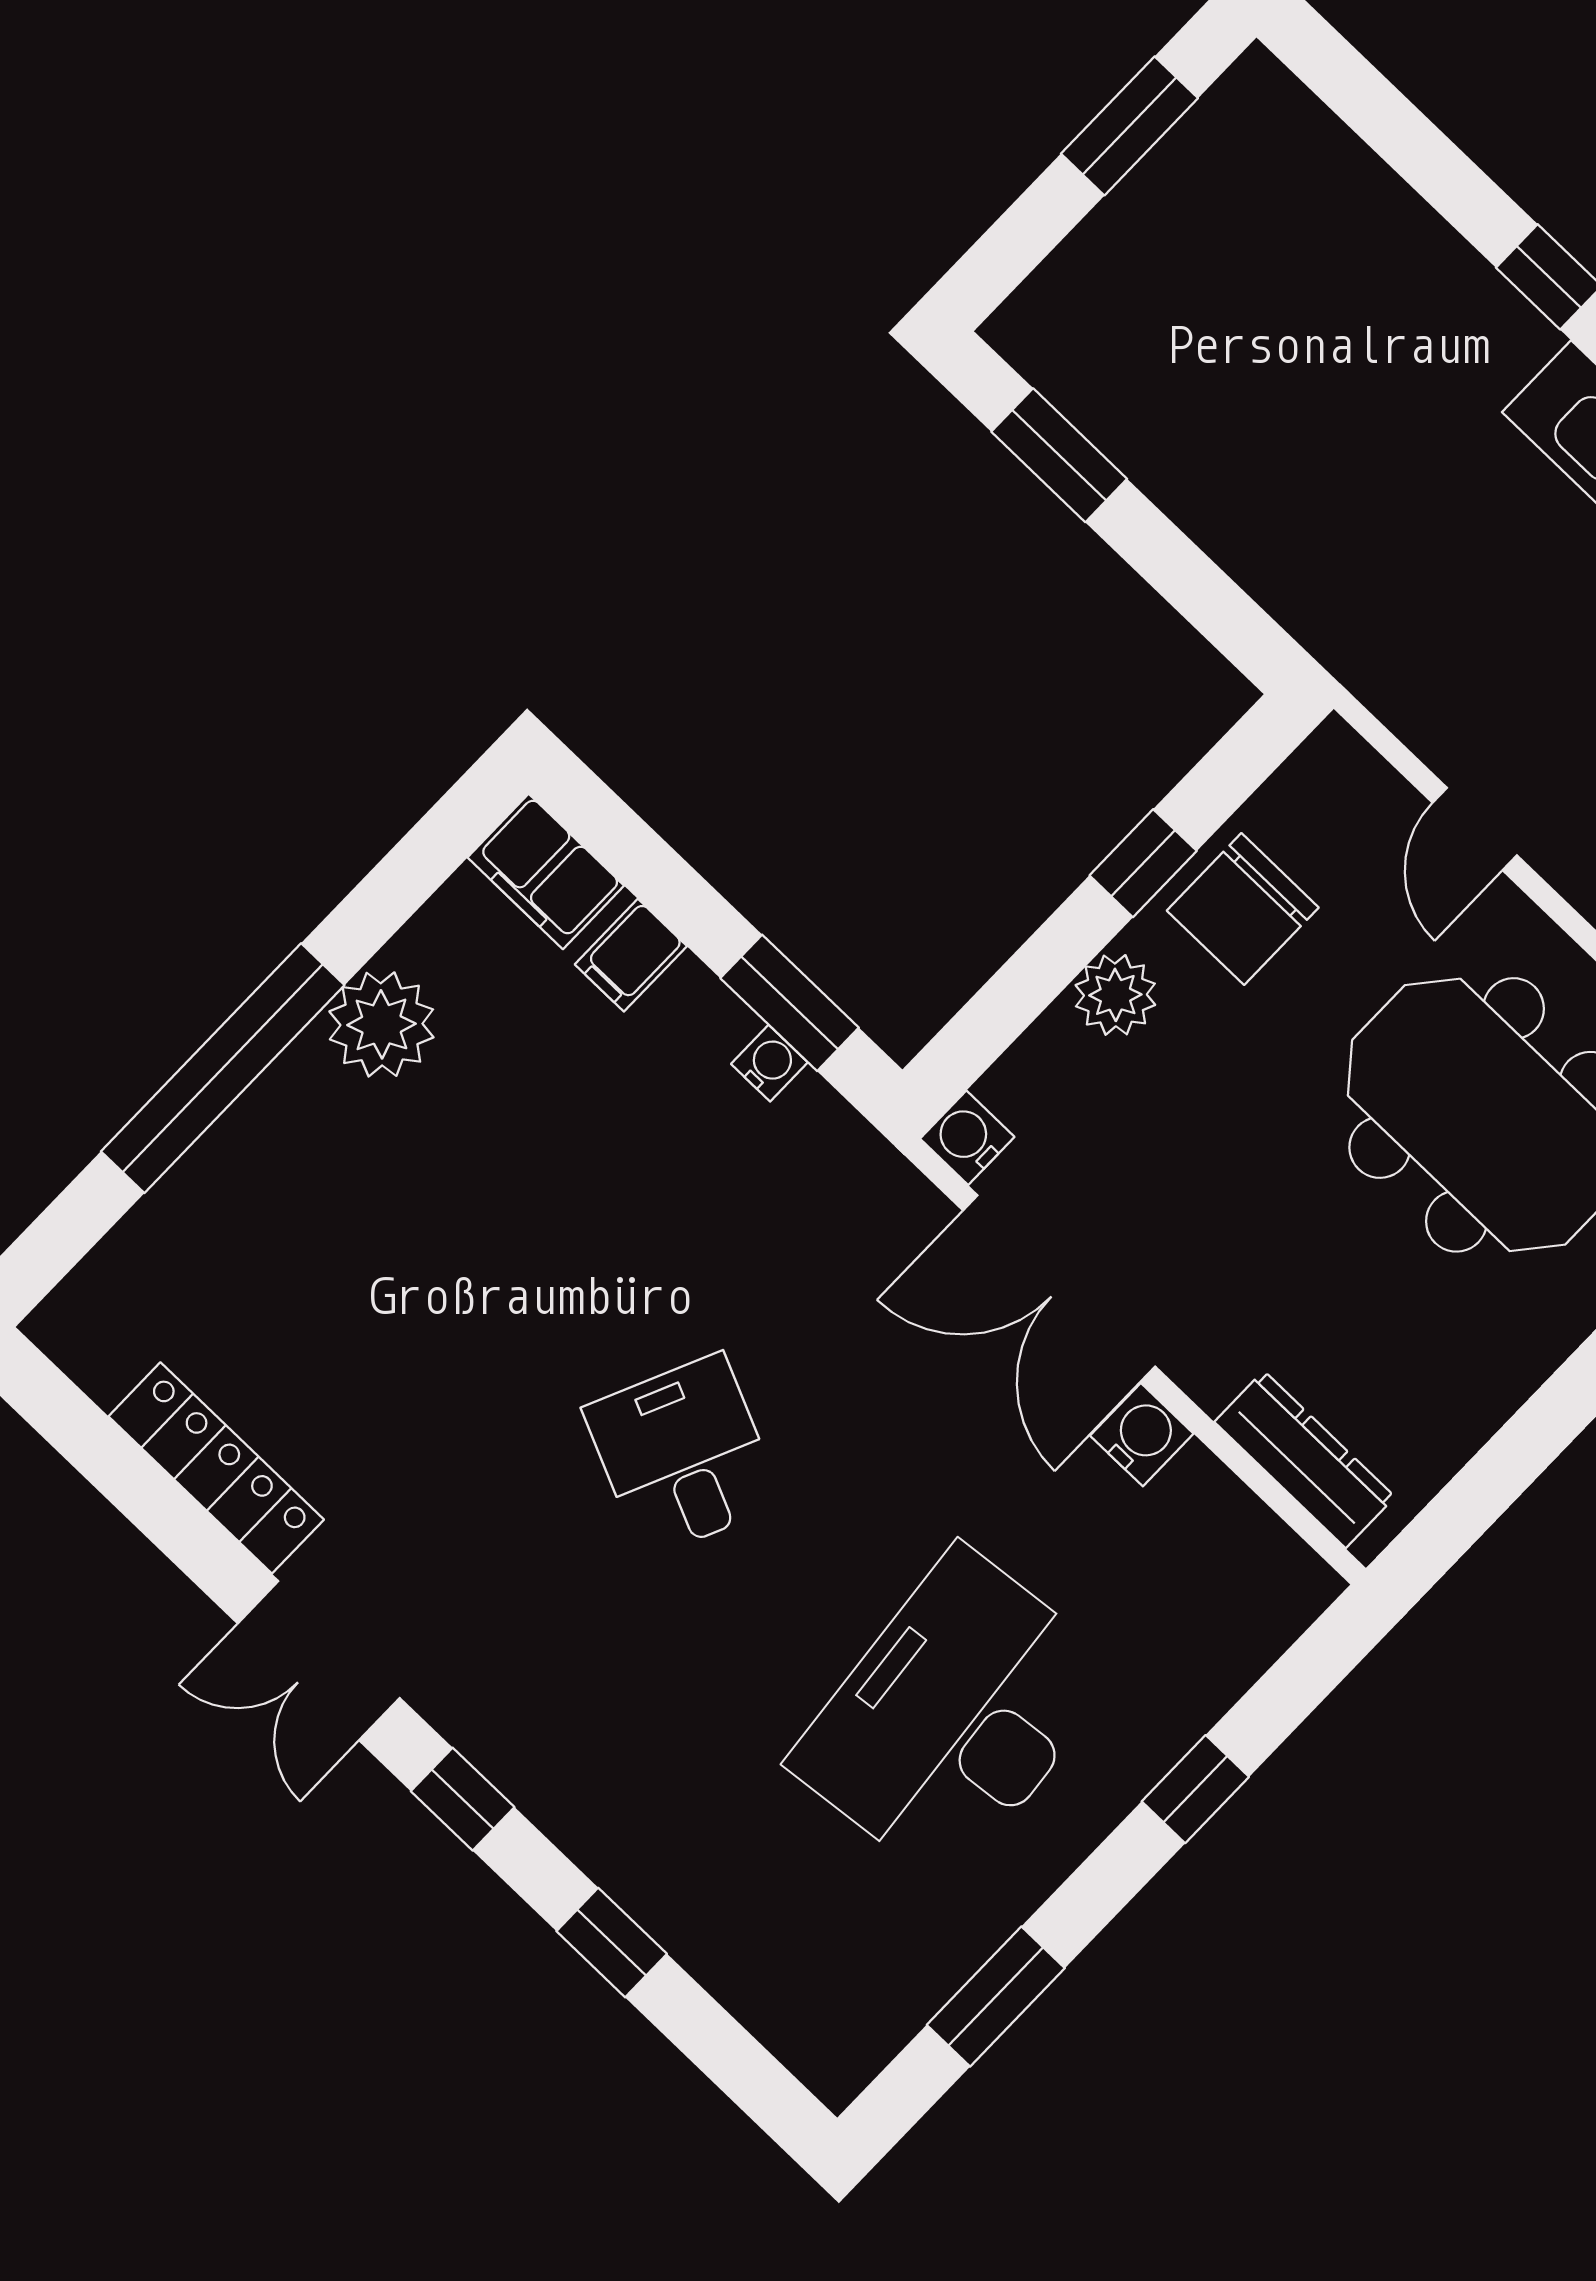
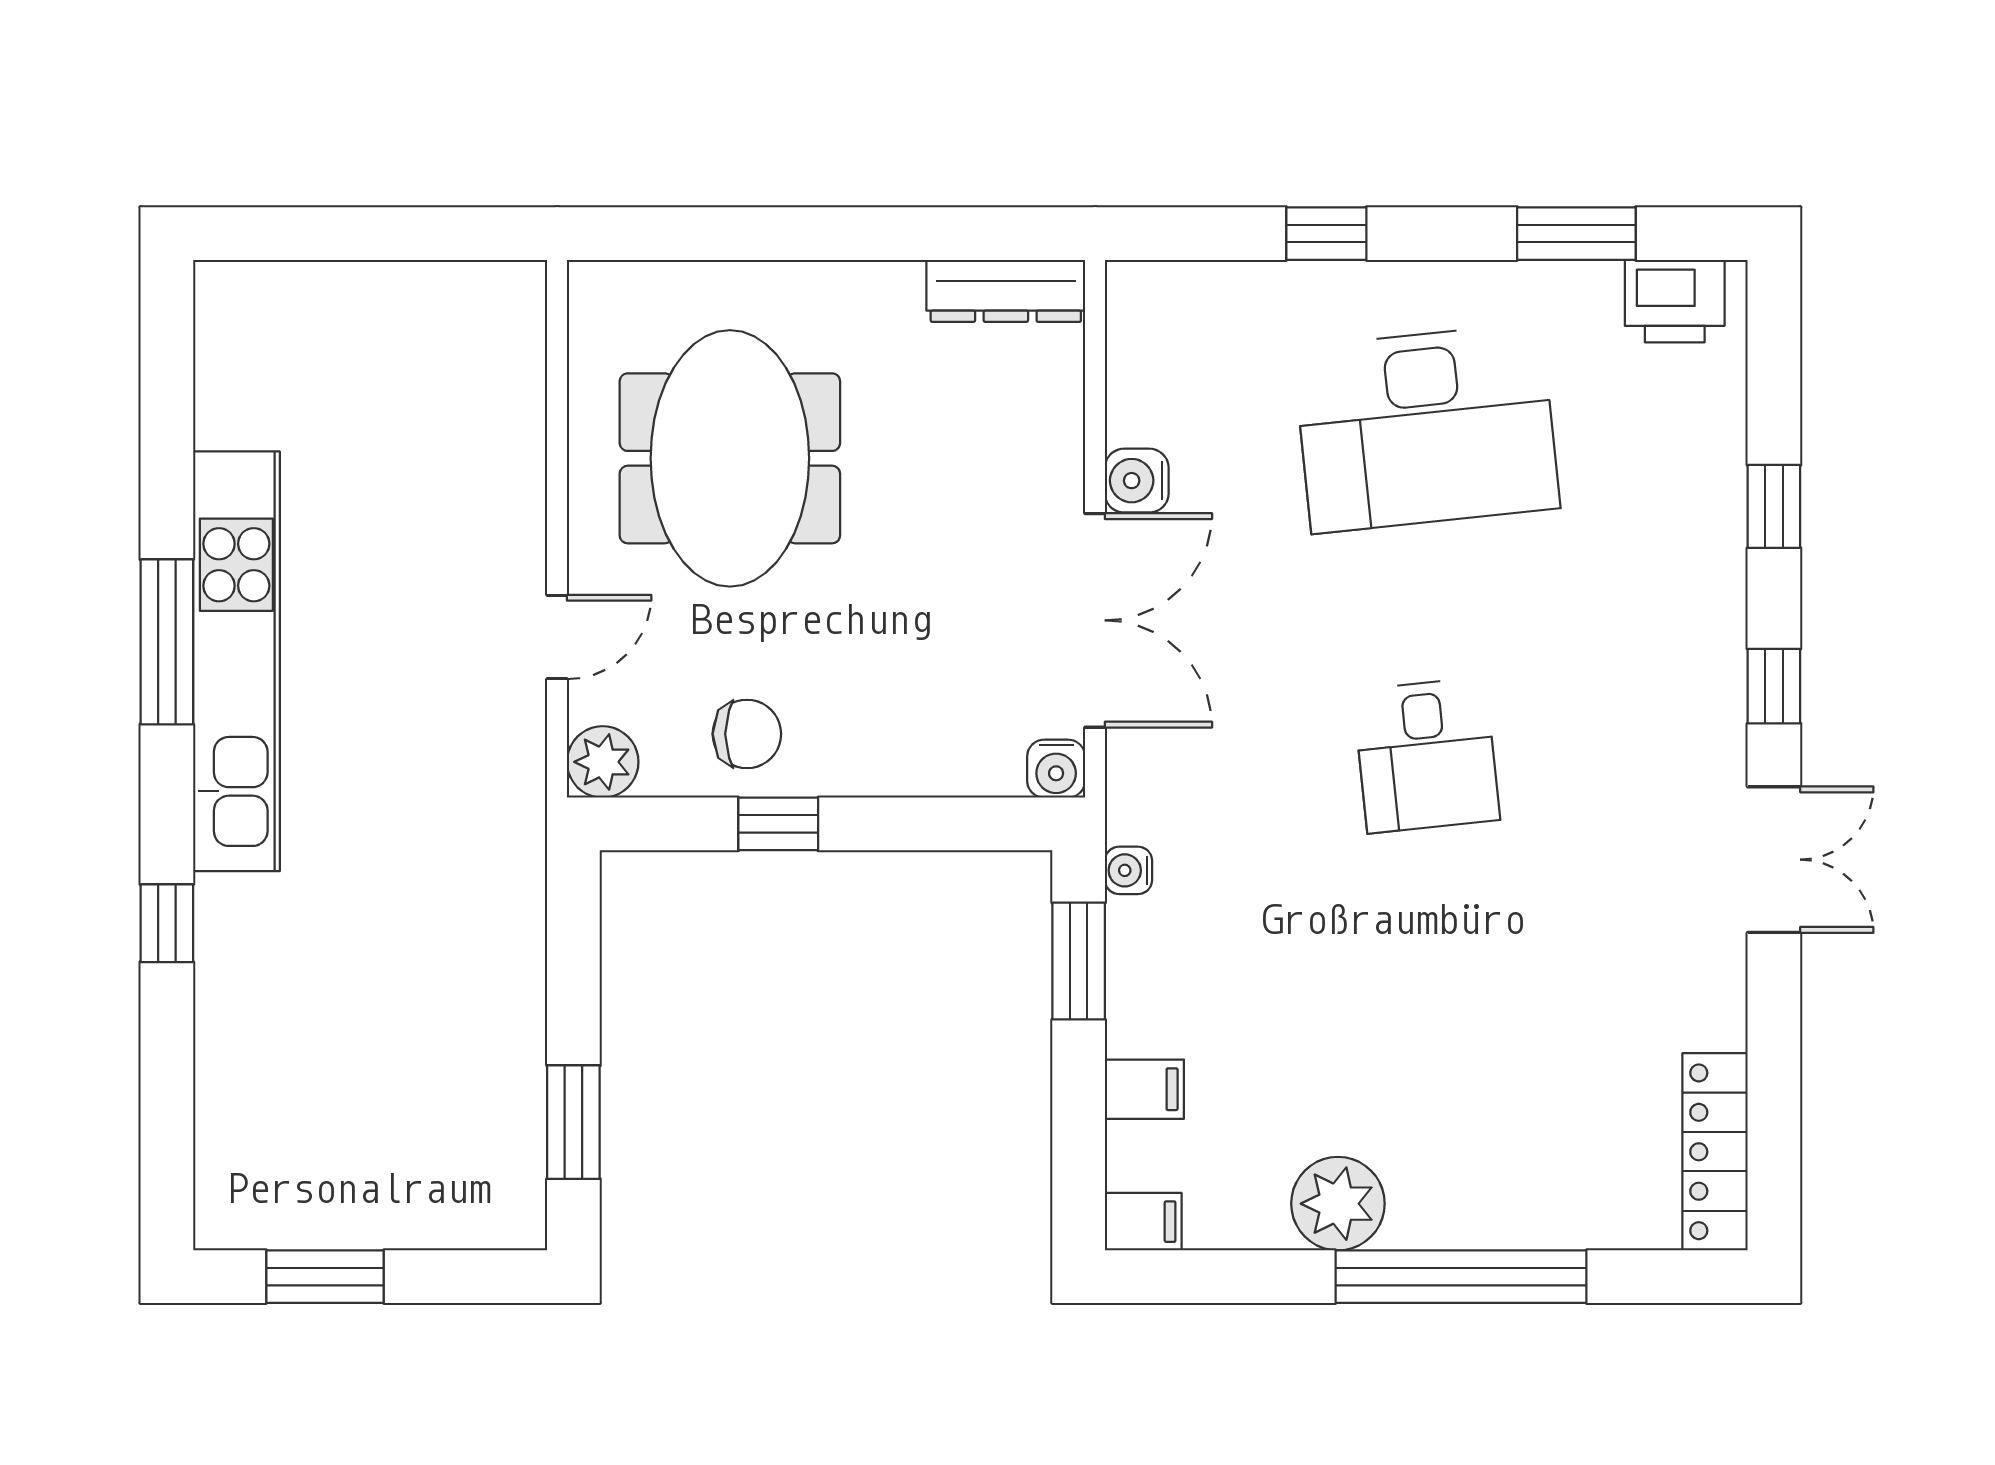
filing cabinet: (546, 871) -> (1143, 1222), width x0.50
chair: (1243, 909) -> (747, 734), width x0.73, depth x0.73
plant: (1115, 995) -> (603, 762), moved
water cooler: (769, 1063) -> (1129, 870), moved
desk: (683, 1456) -> (1426, 755), turned -30
dresser: (1305, 1459) -> (1006, 291), moved, turned -90
locker: (216, 1468) -> (1715, 1152), moved
printer: (861, 2024) -> (1675, 301), added

